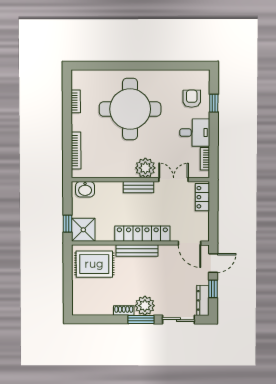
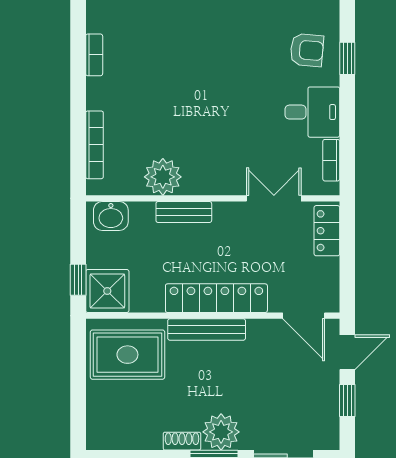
armchair: (192, 99) -> (307, 50), turned 95
round table: (130, 109) -> (194, 69), removed
plant: (145, 168) -> (163, 177), moved
bench: (138, 187) -> (184, 212), moved
dresser: (203, 300) -> (329, 422), removed

